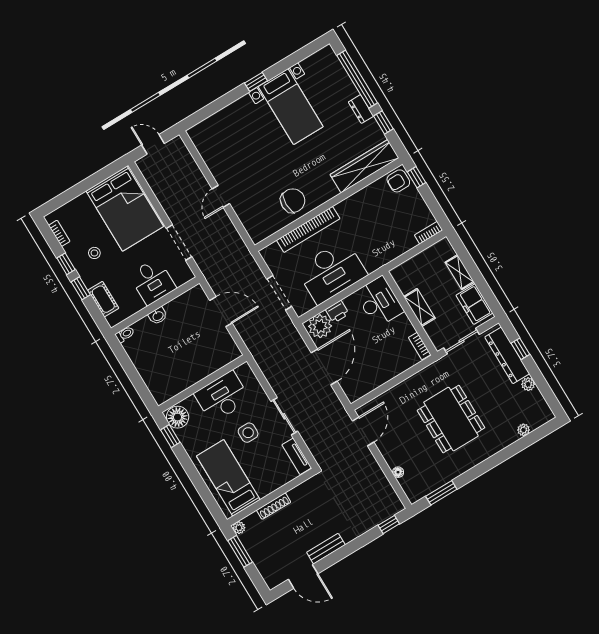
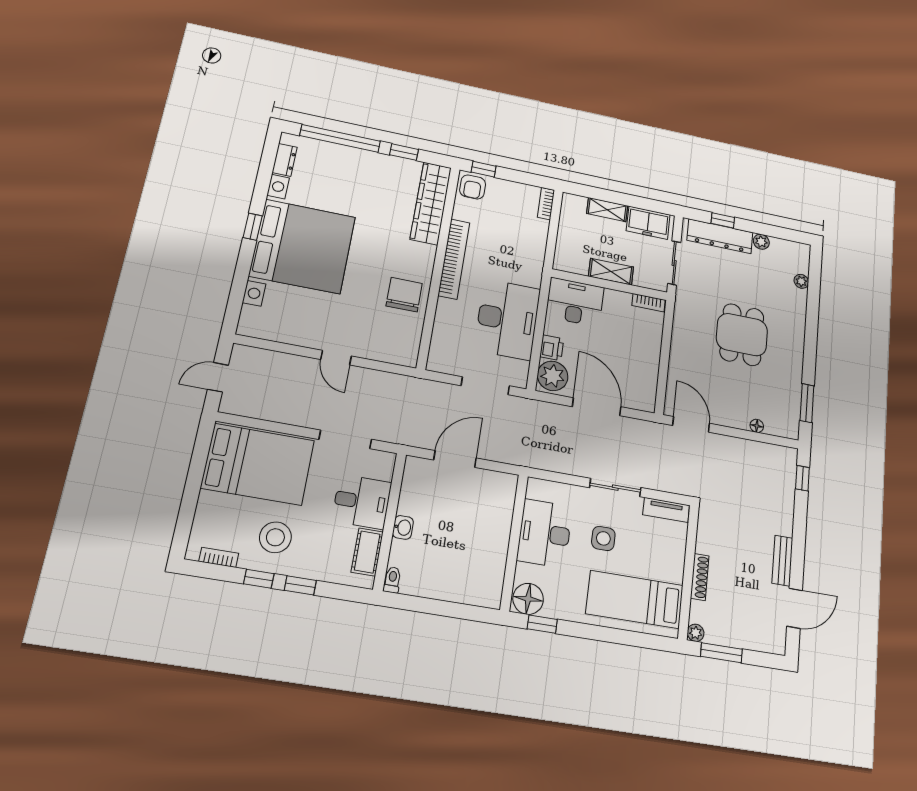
bed with nightstands: (291, 107) -> (303, 246), width x1.85
dresser: (361, 109) -> (285, 160), moved, turned -90
bookcase: (308, 229) -> (454, 259), moved
stool: (94, 253) -> (275, 537), width x1.89, depth x1.89
cot: (103, 299) -> (367, 552), moved, turned 90
dining table: (451, 419) -> (742, 335), width x0.73

